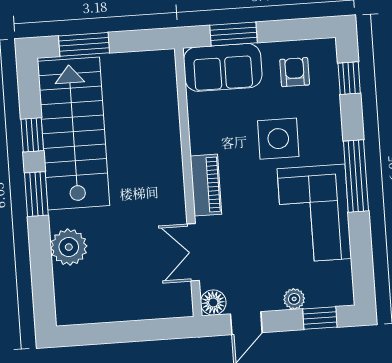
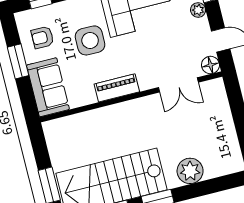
window: (233, 34) -> (18, 61), moved
piano: (206, 185) -> (117, 88), moved

